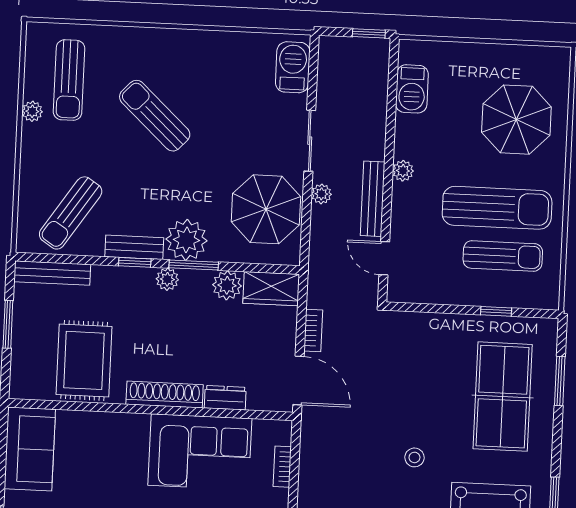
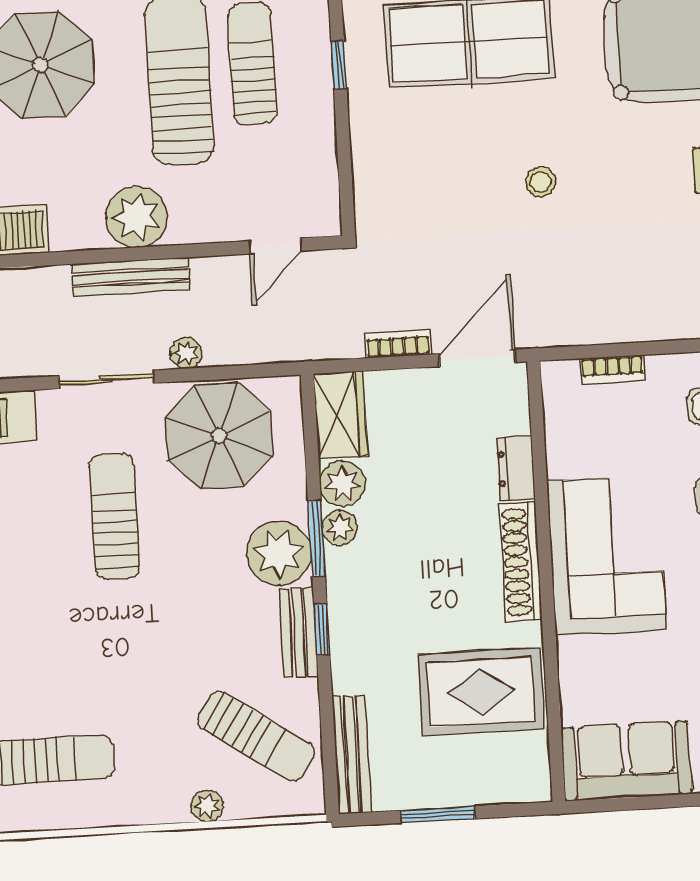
plant: (32, 111) -> (207, 806), moved
sun lounger: (155, 116) -> (115, 516), moved, turned 137
plant: (403, 171) -> (137, 217), width x1.88, depth x1.88
bench: (373, 199) -> (131, 277), moved
plant: (167, 279) -> (340, 527), moved
corner sofa: (200, 452) -> (606, 555), moved
stool: (414, 457) -> (541, 182), moved

